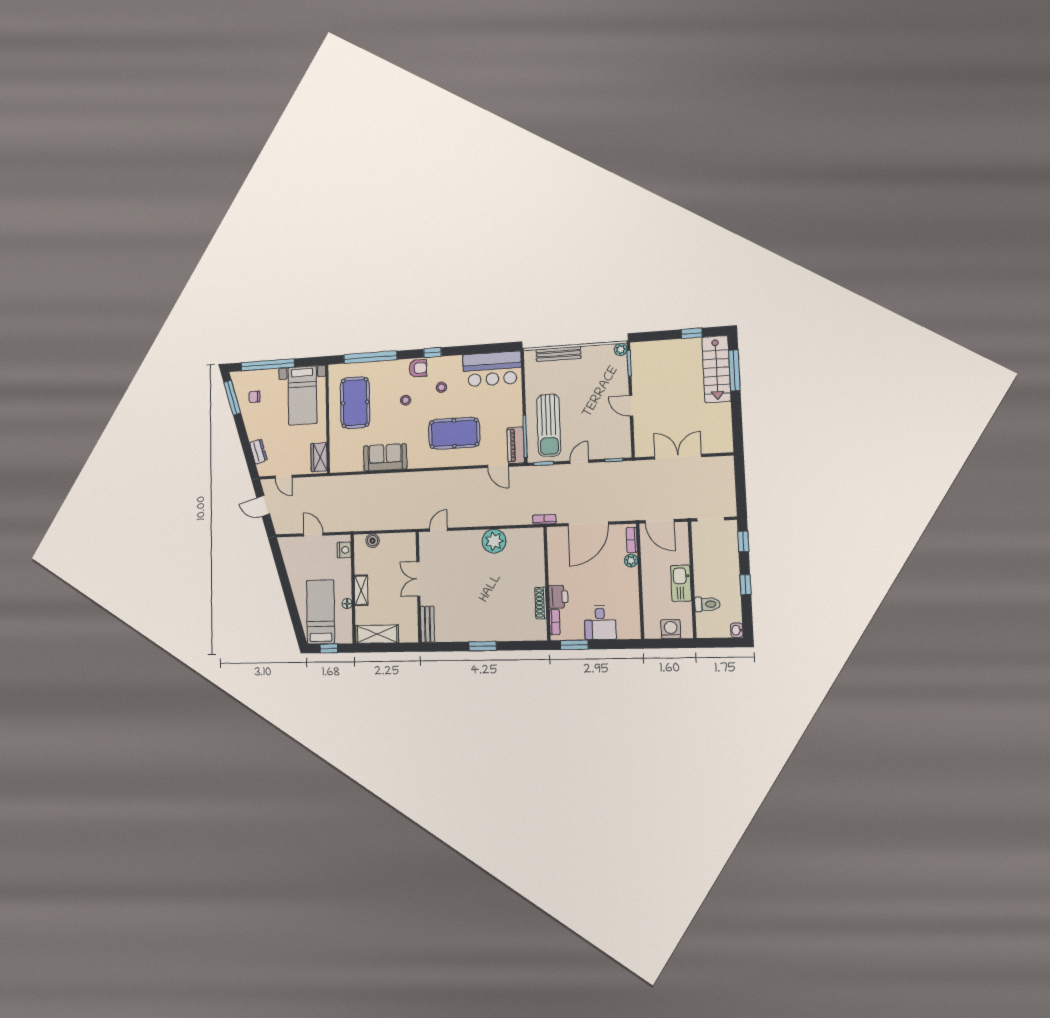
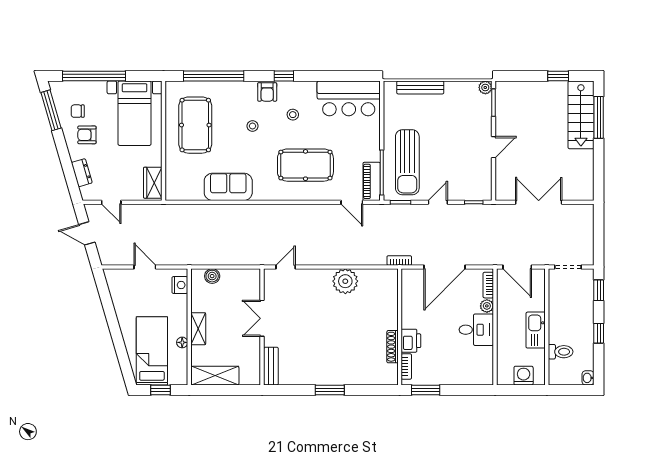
armchair: (418, 368) -> (267, 92), turned 90
door: (631, 406) -> (493, 147), swing flipped
armchair: (262, 417) -> (87, 135), added
desk: (600, 623) -> (476, 330), moved, turned -90

